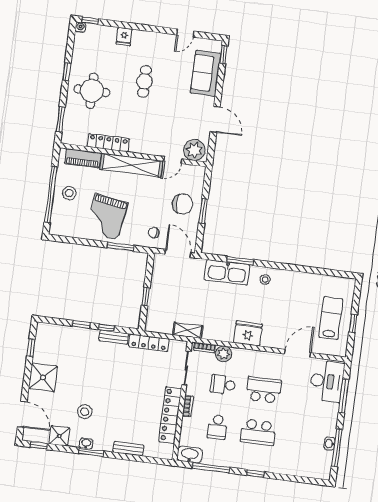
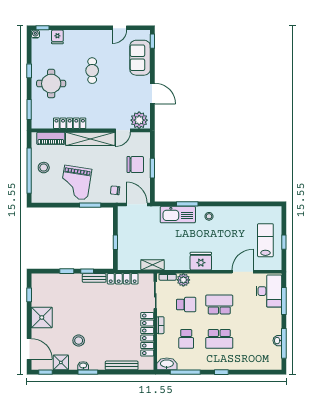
fridge: (124, 37) -> (57, 37), moved
school desk: (223, 385) -> (186, 305), turned 180
bench: (128, 449) -> (122, 365), width x1.36

